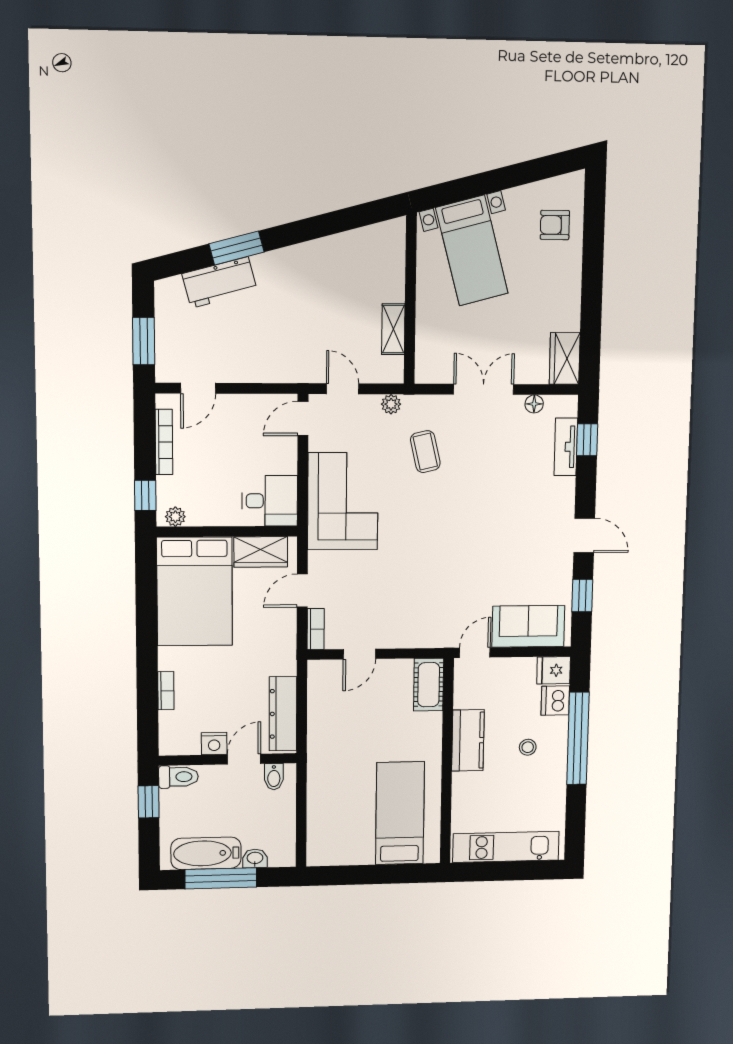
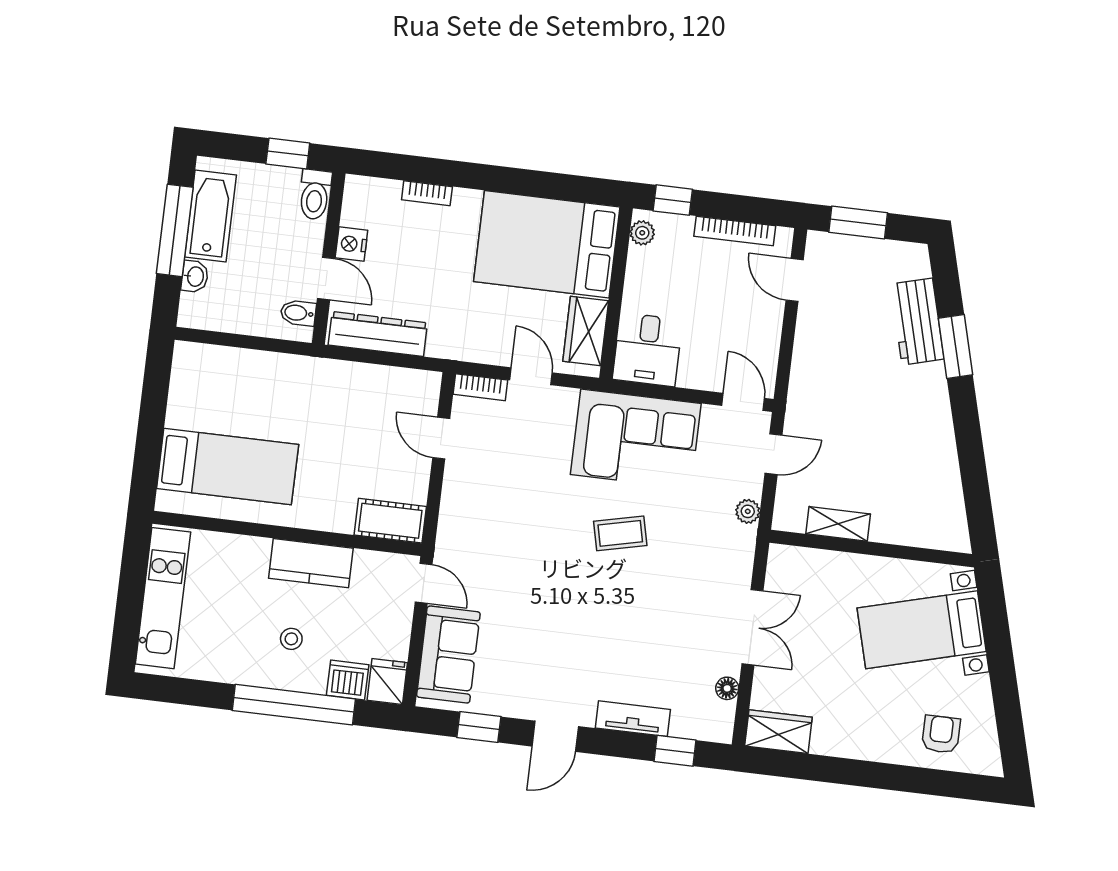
tv unit: (566, 447) -> (633, 719), moved
coffee table: (425, 452) -> (620, 533), moved

